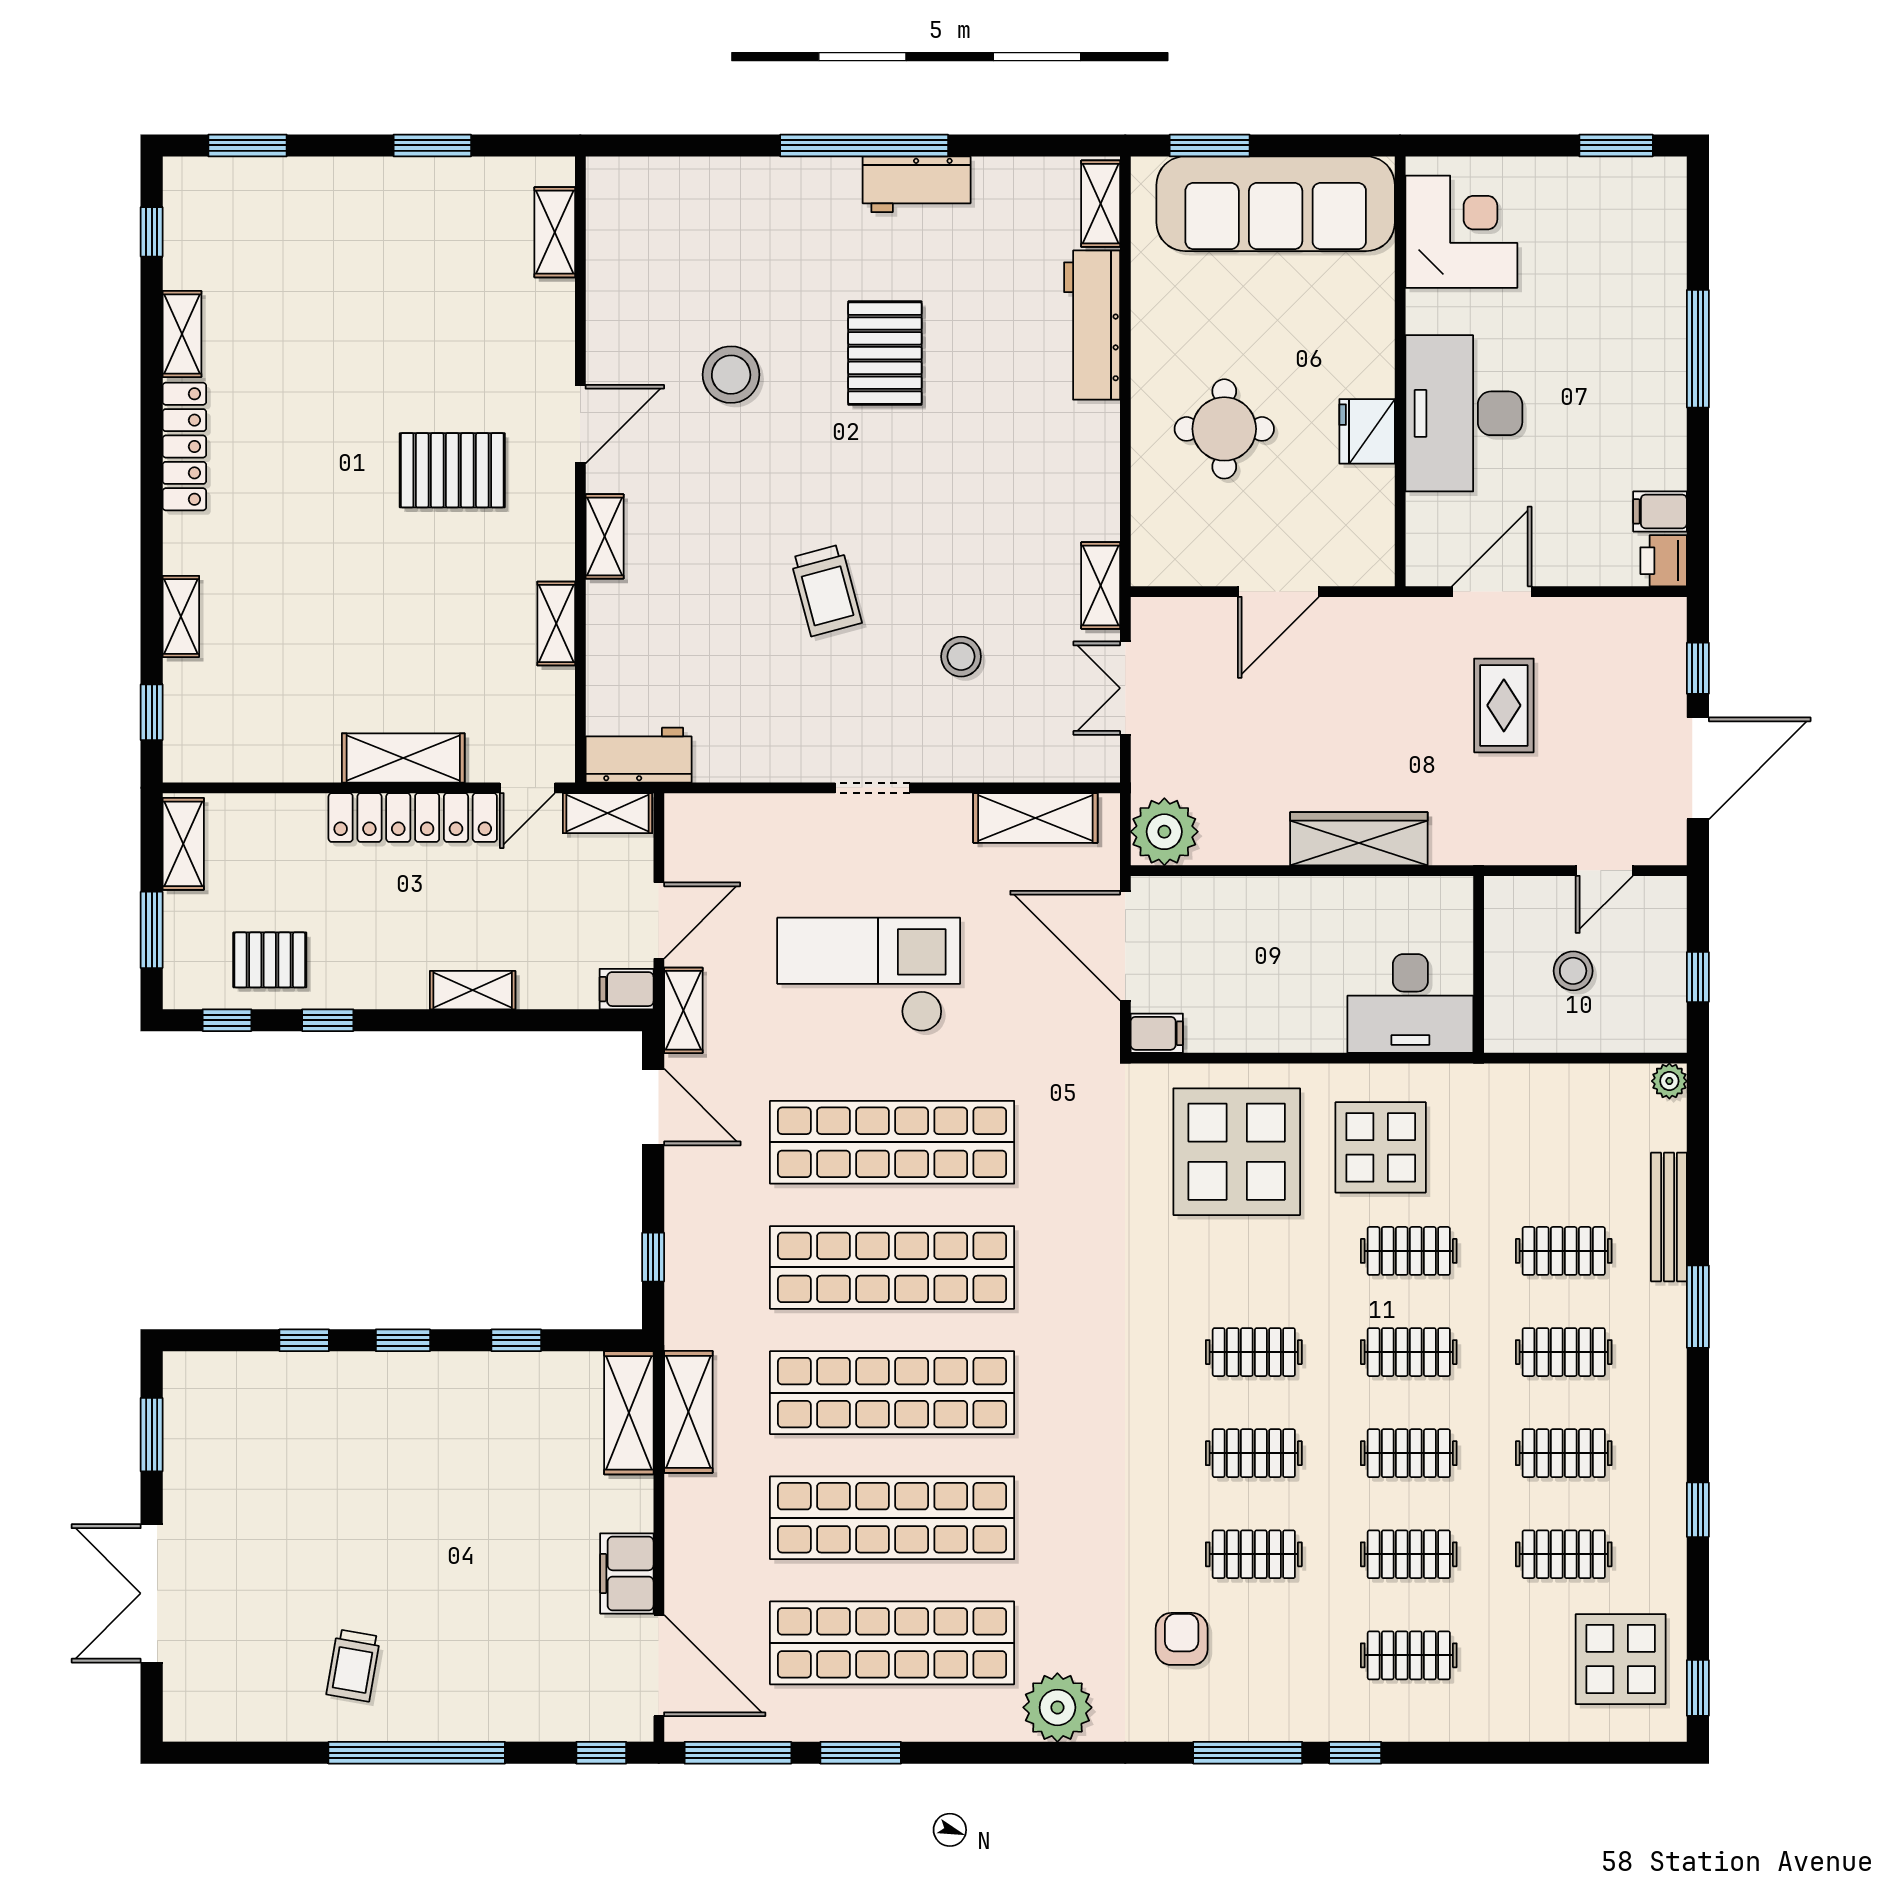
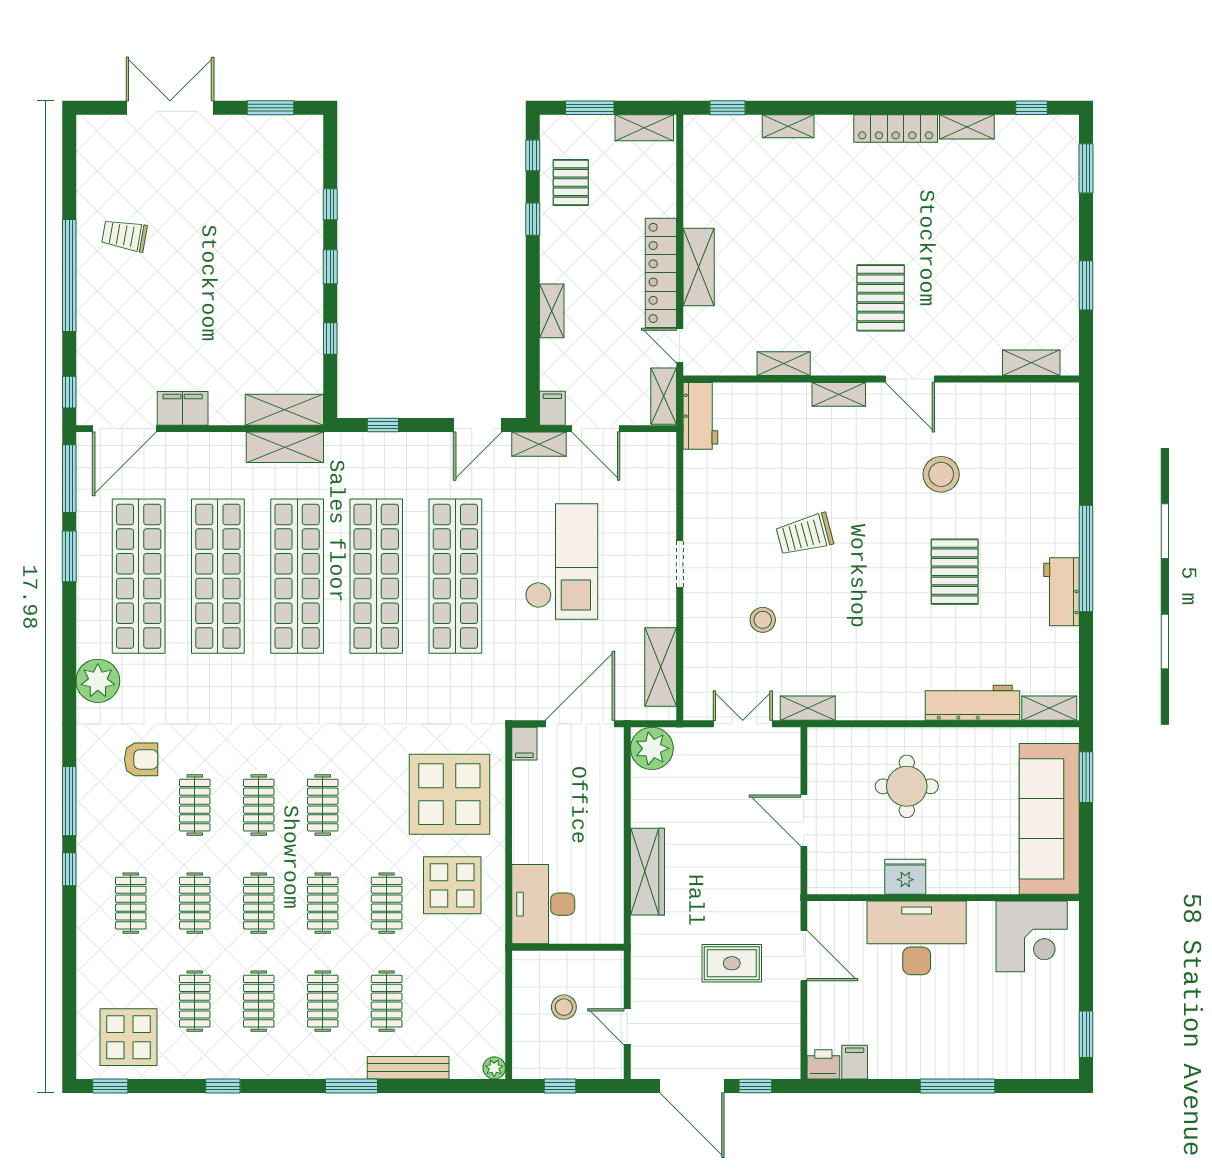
pallet: (885, 353) -> (955, 572), turned 90

